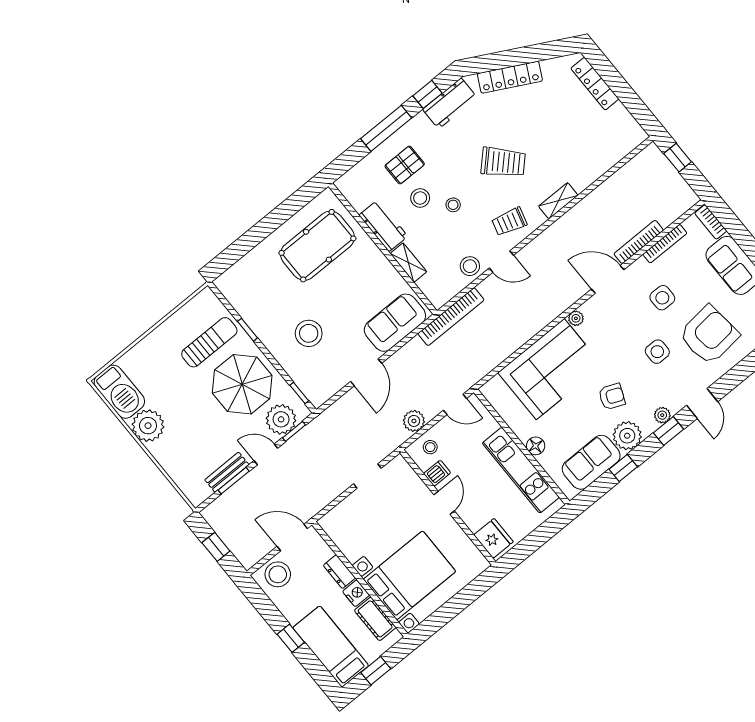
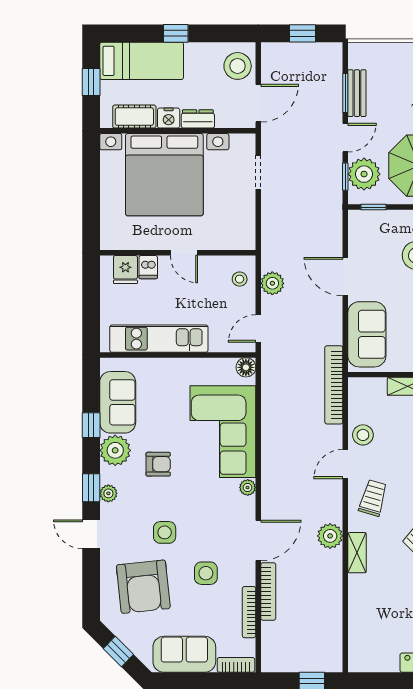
plant: (562, 230) -> (330, 536), added
armchair: (612, 397) -> (158, 464), turned -113
floor lamp: (536, 446) -> (246, 367), moved
dishwasher: (437, 473) -> (148, 267), moved
doorway: (367, 476) -> (258, 172), moved
fridge: (493, 538) -> (125, 270), width x0.72
bed with nightstands: (410, 575) -> (164, 175), width x1.36

